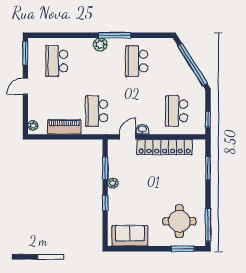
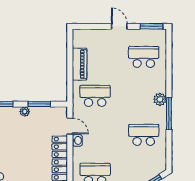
plant: (33, 125) -> (81, 34), removed

